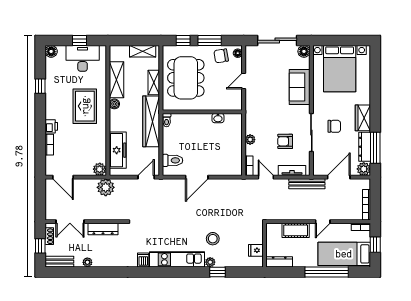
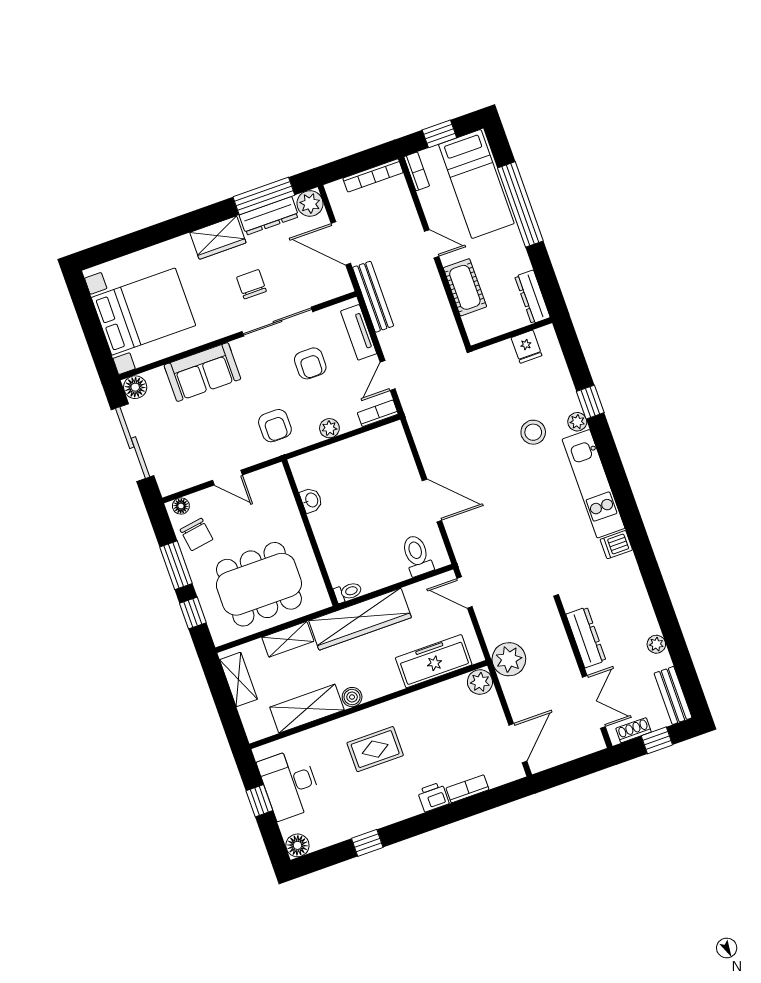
rug: (85, 106) -> (375, 749), width x0.73, depth x0.70
armchair: (261, 113) -> (275, 426), added

